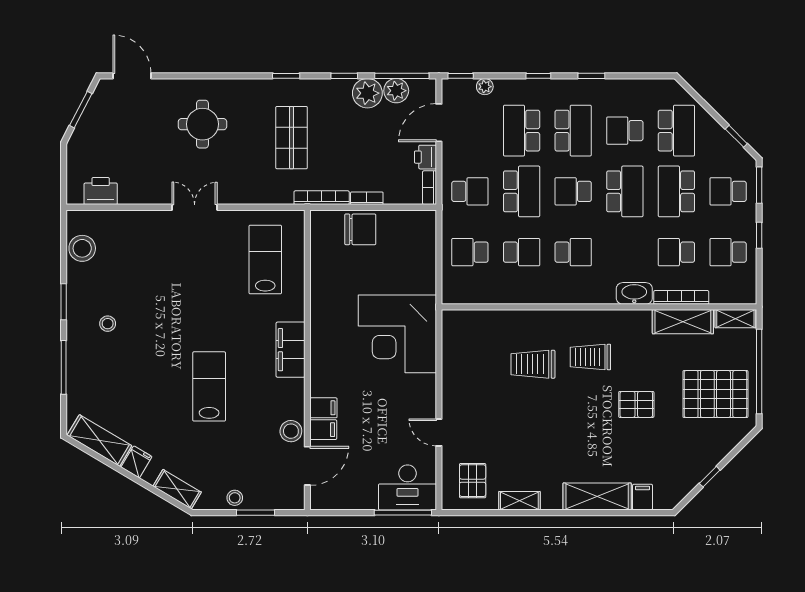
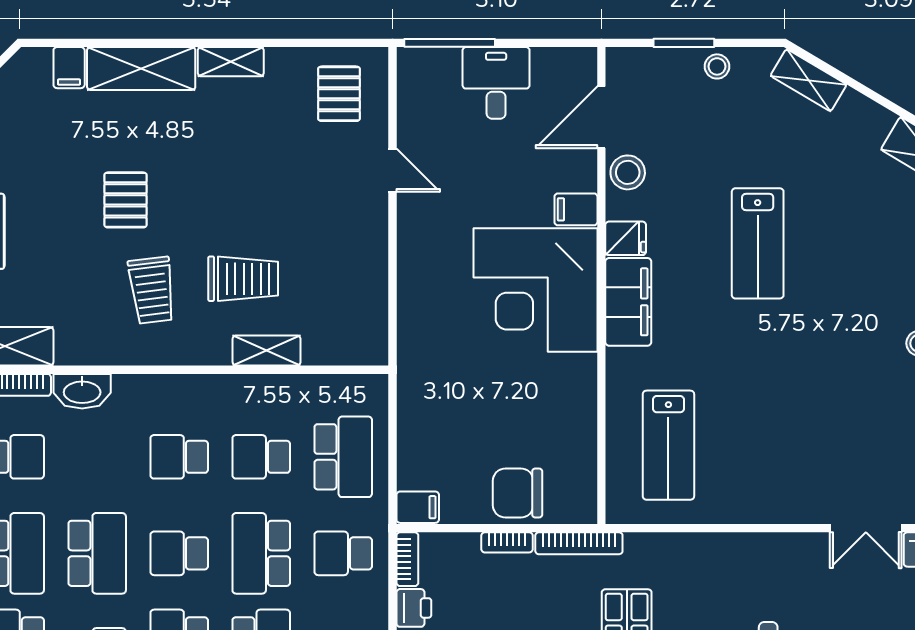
school desk: (573, 191) -> (179, 553), turned 180
school desk: (625, 191) -> (97, 553), turned 180
double door: (195, 207) -> (866, 528), moved
school desk: (470, 252) -> (343, 457), width x1.85
shelving: (518, 319) -> (267, 350), added
corner desk: (397, 334) -> (535, 290), moved, turned 180
trolley: (590, 357) -> (152, 290), turned 83
pallet: (636, 404) -> (126, 200), moved, turned 90
filing cabinet: (323, 430) -> (418, 507), moved, turned 180
fridge: (136, 462) -> (626, 238), moved, turned -121
desk: (407, 487) -> (496, 83), moved, width x0.73
shelving: (519, 501) -> (231, 62), moved

